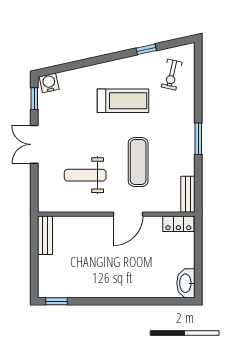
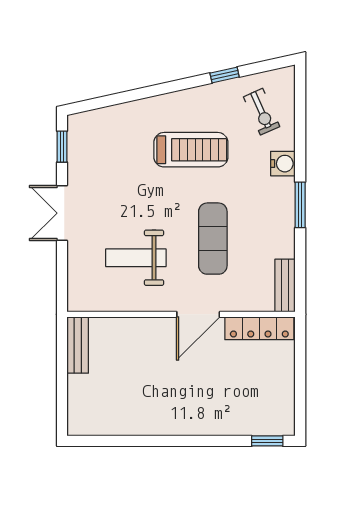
exercise bike: (172, 75) -> (262, 112), turned -37
water cooler: (49, 83) -> (283, 164), moved, turned 102
locker: (178, 224) -> (259, 328), width x1.53
washbasin: (186, 283) -> (282, 415), removed
window: (56, 301) -> (267, 441), moved

